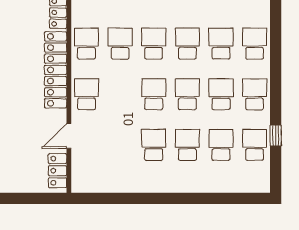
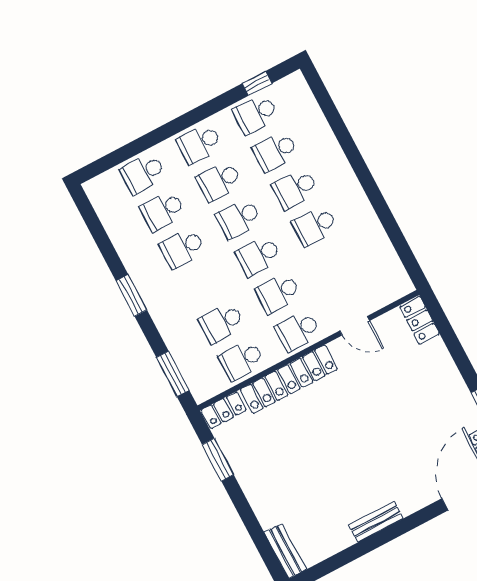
school desk: (154, 44) -> (278, 293), moved
window: (276, 136) -> (257, 83), moved
locker: (57, 171) -> (420, 320), moved, turned 90

